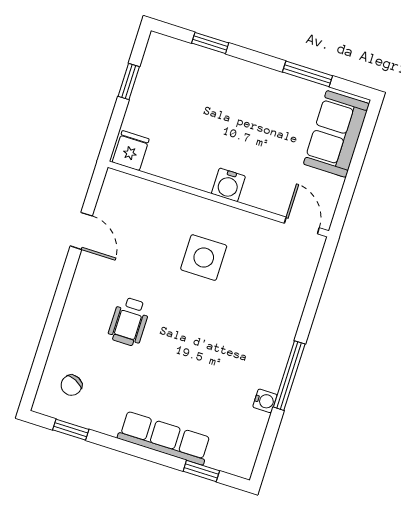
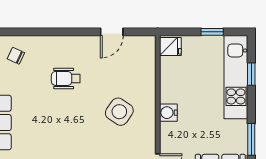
kitchen unit: (208, 67) -> (236, 77), added
side table: (204, 258) -> (119, 112), turned 34

